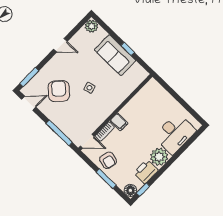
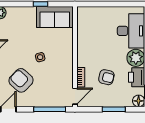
sofa: (115, 55) -> (55, 17), moved
filing cabinet: (119, 122) -> (84, 61), removed
armchair: (108, 160) -> (106, 77), moved

